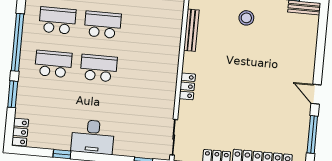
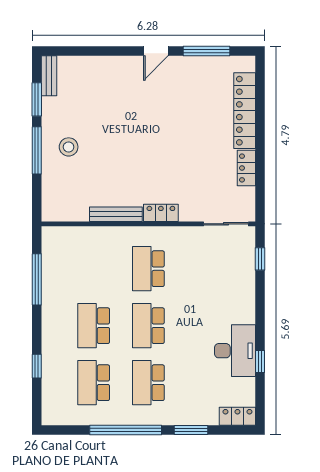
bench: (191, 30) -> (116, 214), moved
school desk: (144, 72) -> (148, 269), added
desk: (93, 137) -> (235, 351), moved

